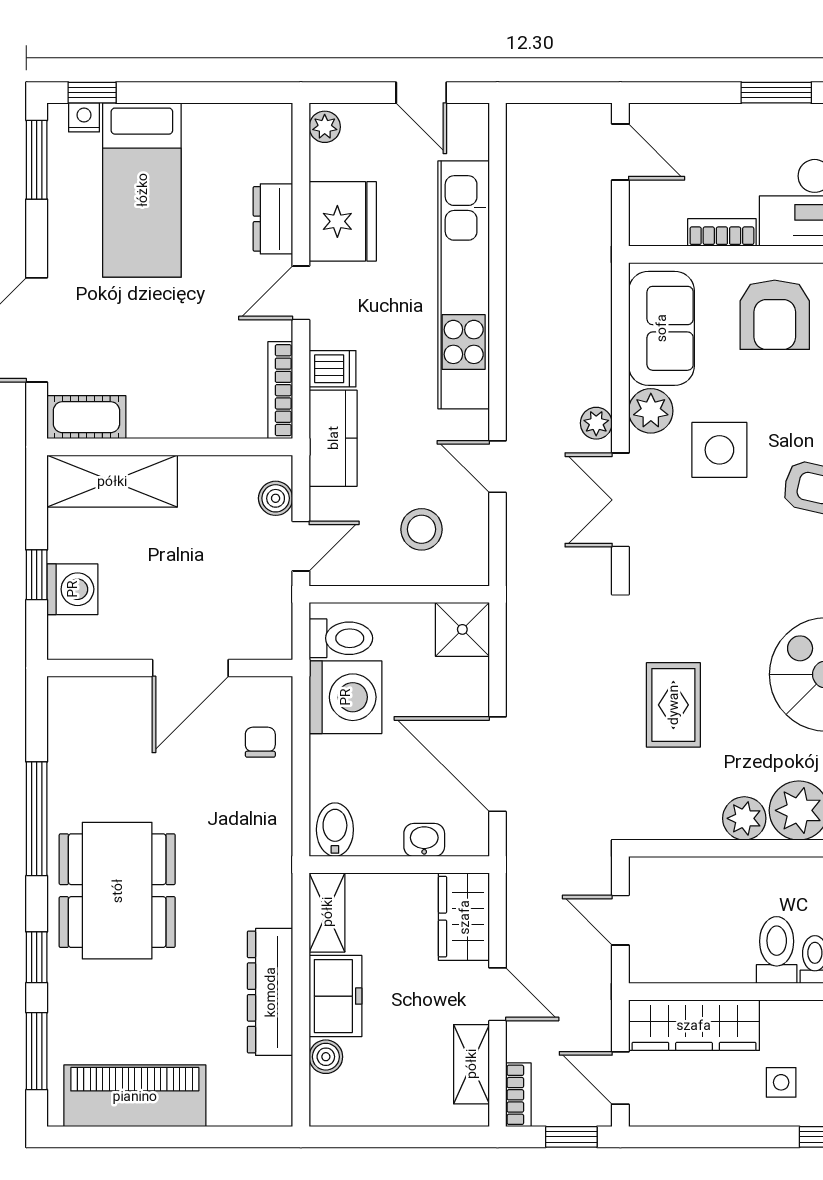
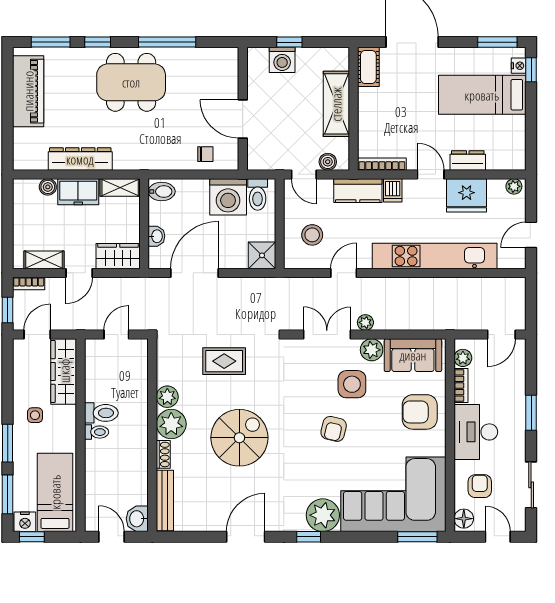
plant: (667, 229) -> (463, 358), added
shelving: (112, 481) -> (336, 104), moved

